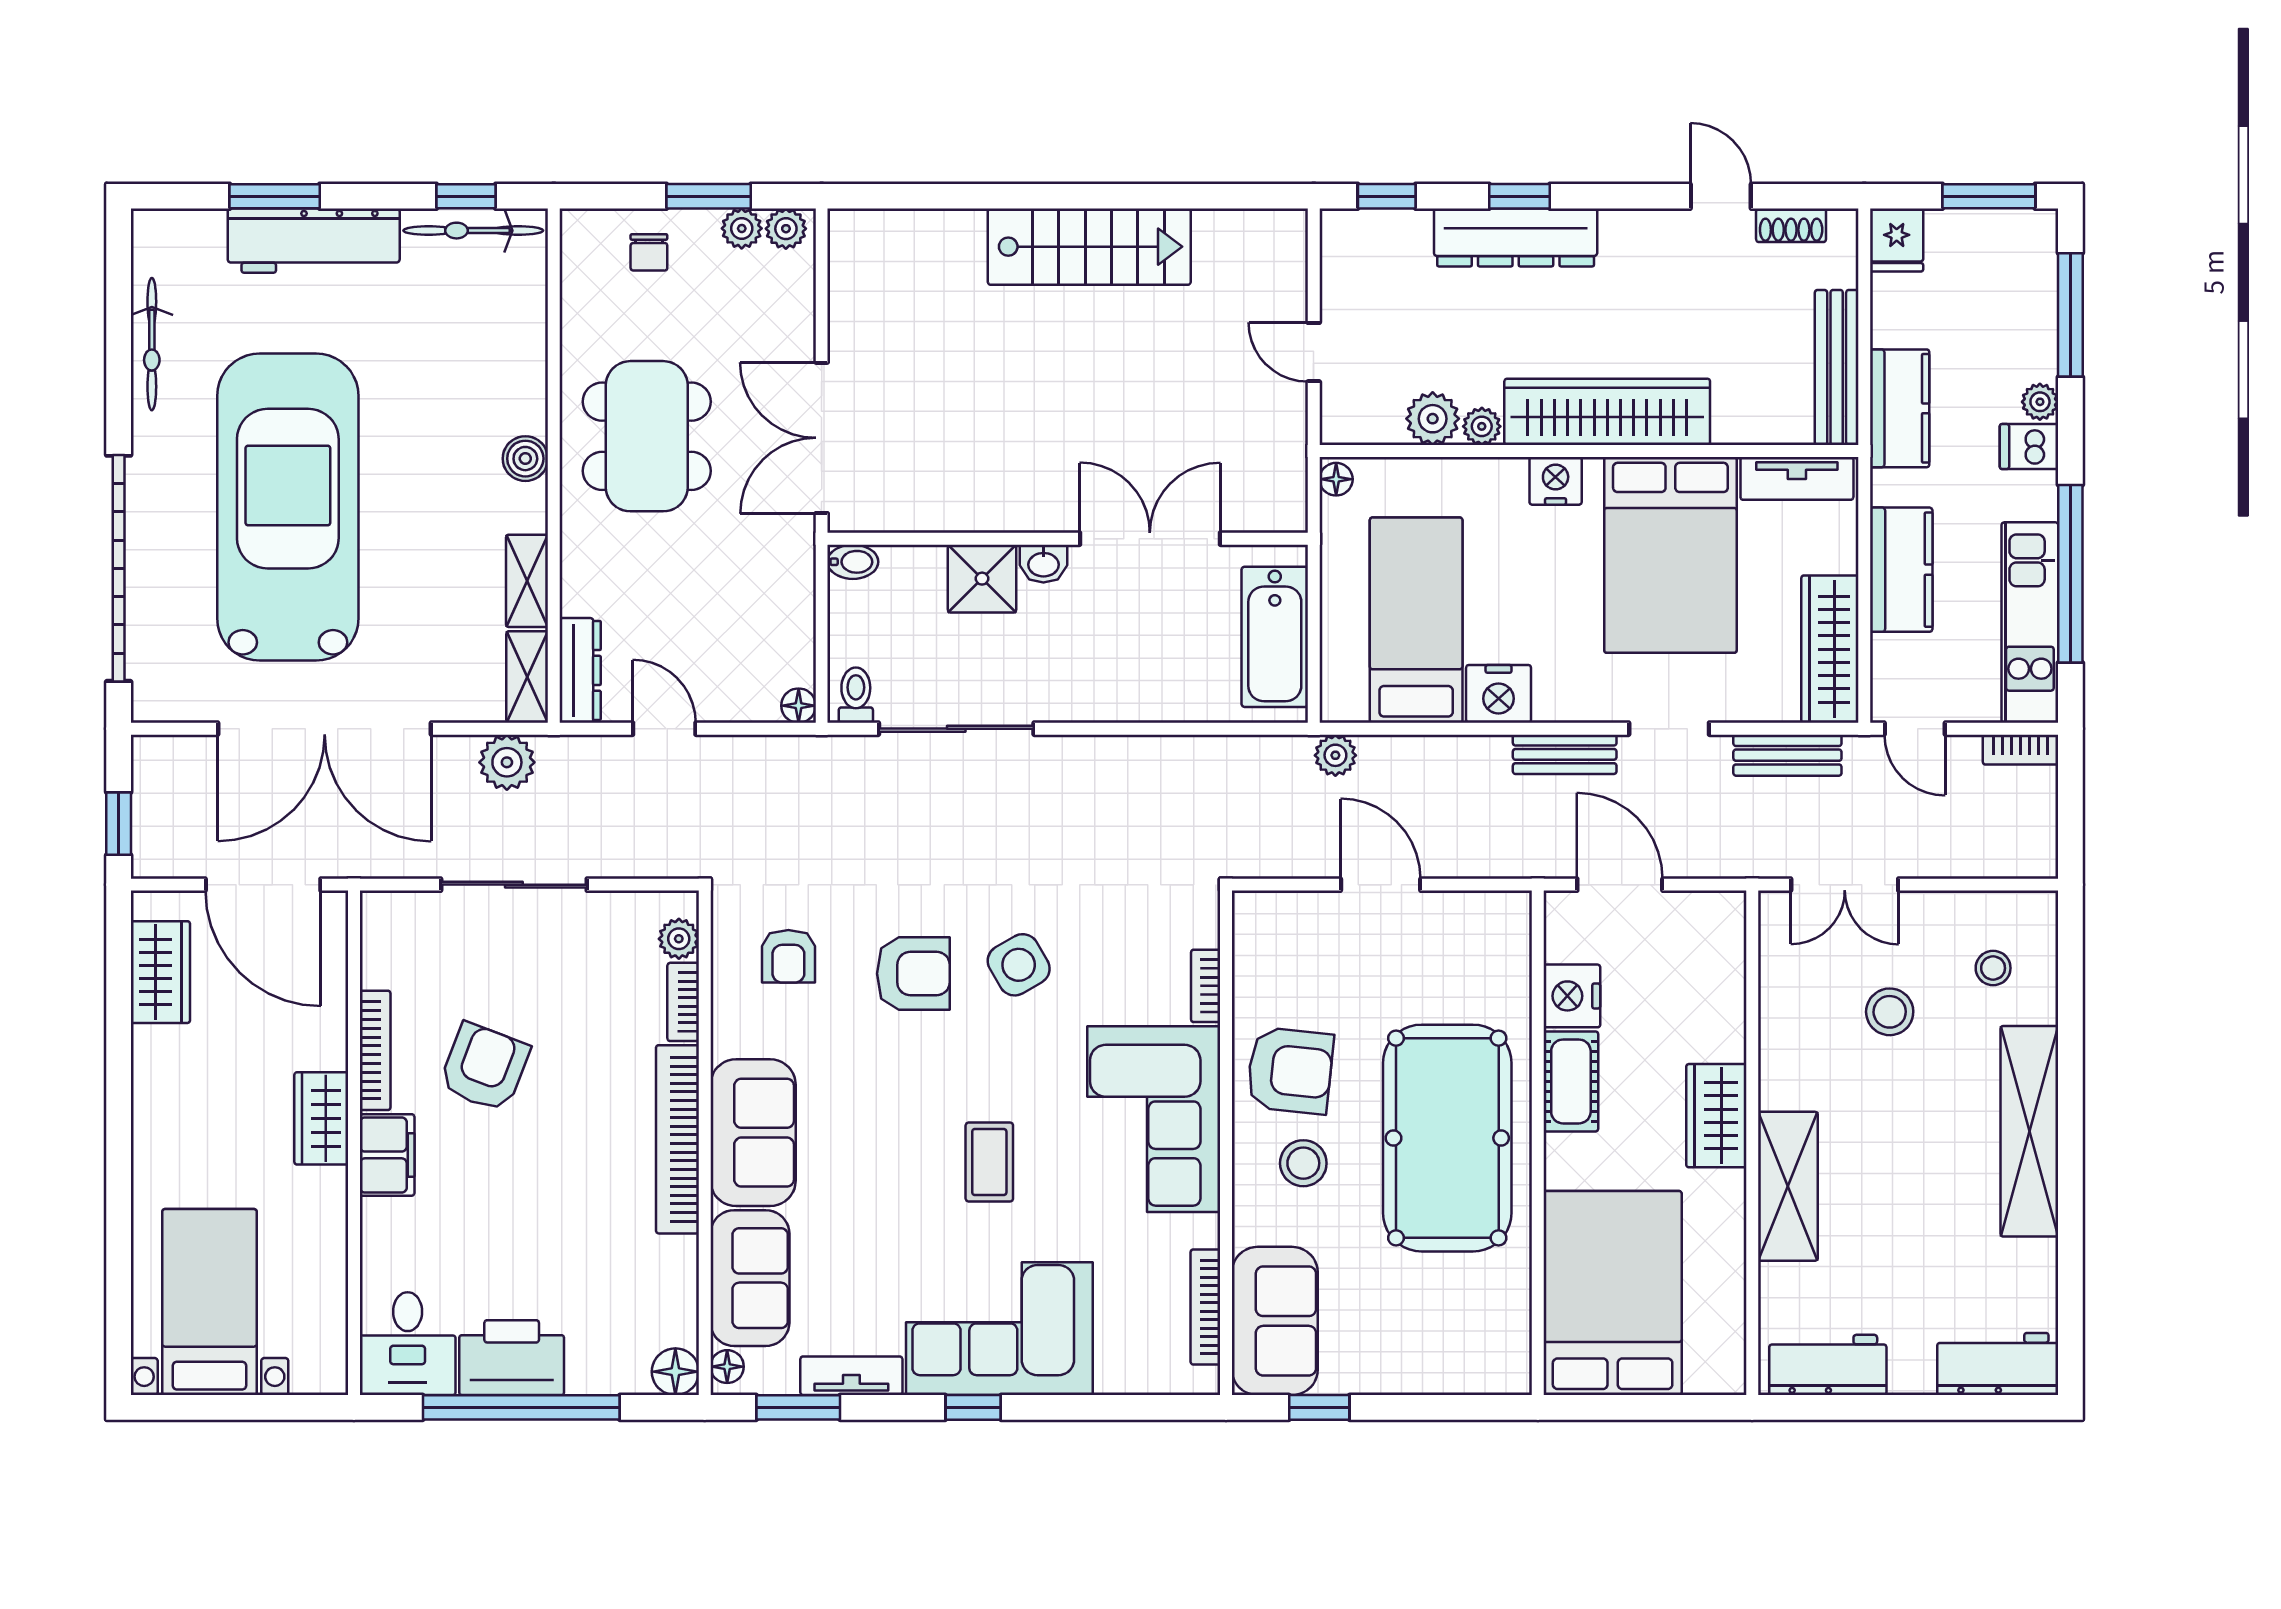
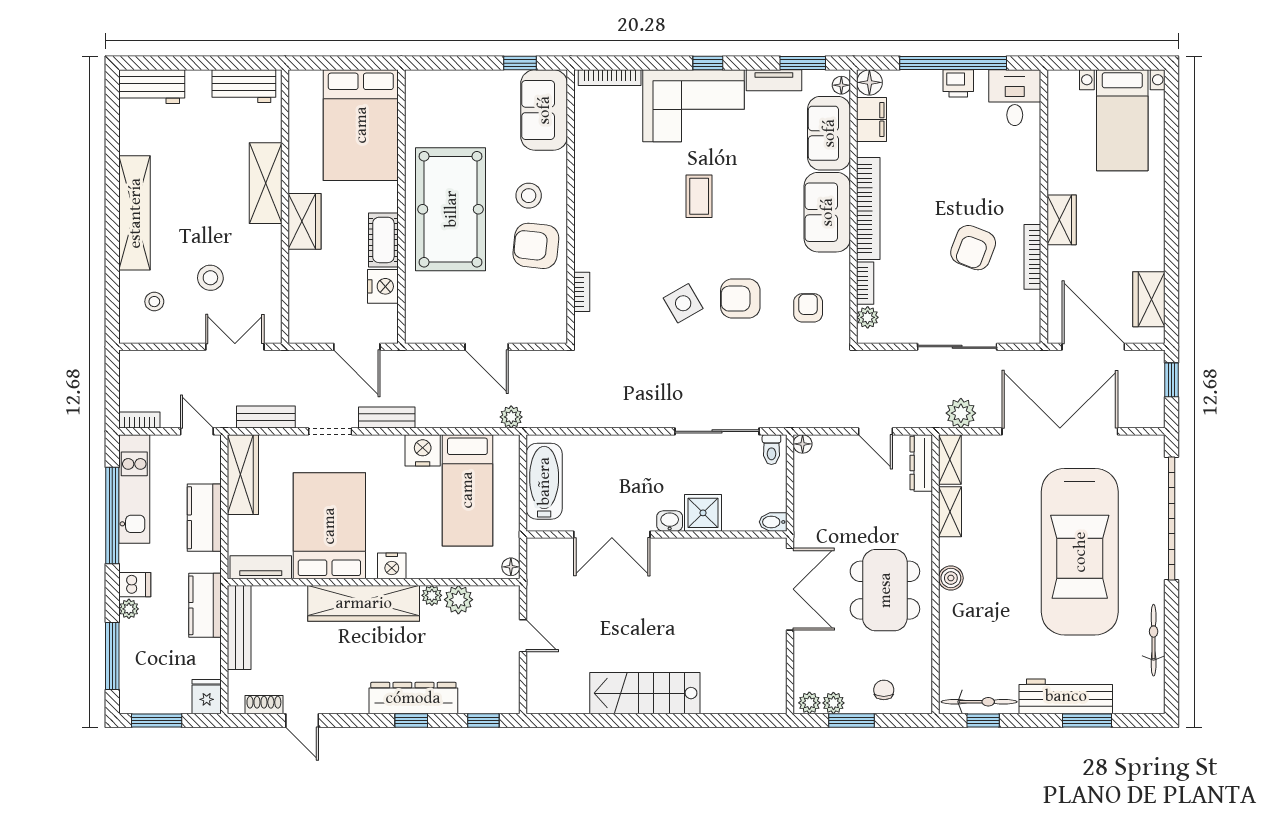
corner sofa: (1154, 1119) -> (610, 219), removed
filing cabinet: (387, 1155) -> (871, 119), moved, turned 180
bookcase: (1205, 1307) -> (610, 78), moved, turned 90
printer: (512, 1358) -> (958, 83), width x0.53, depth x0.68

